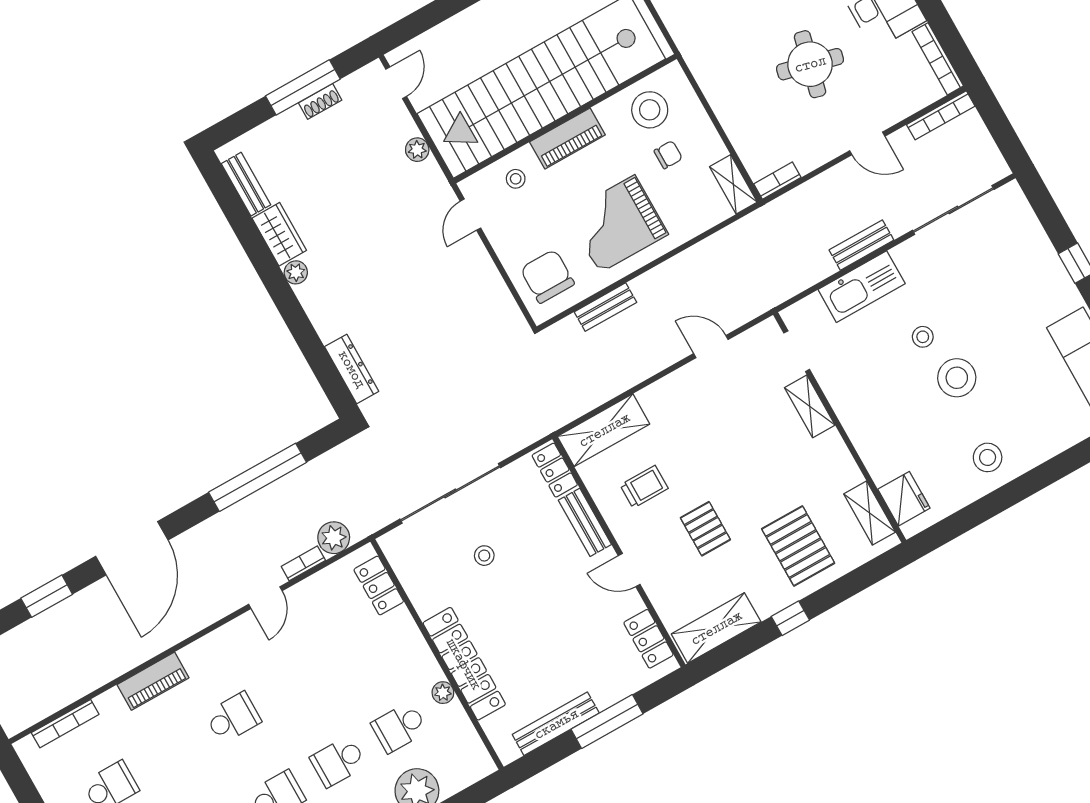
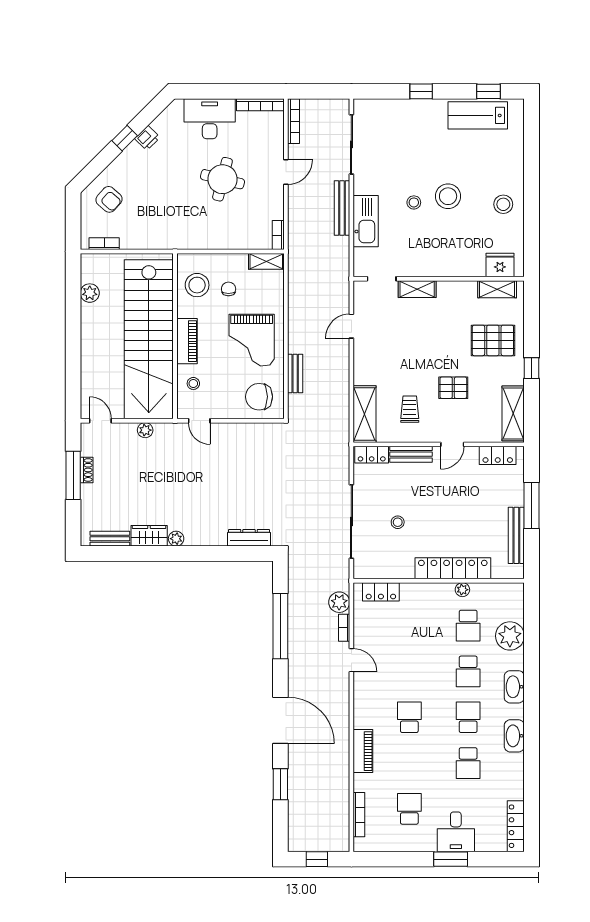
bench: (861, 245) -> (342, 208), width x1.36

